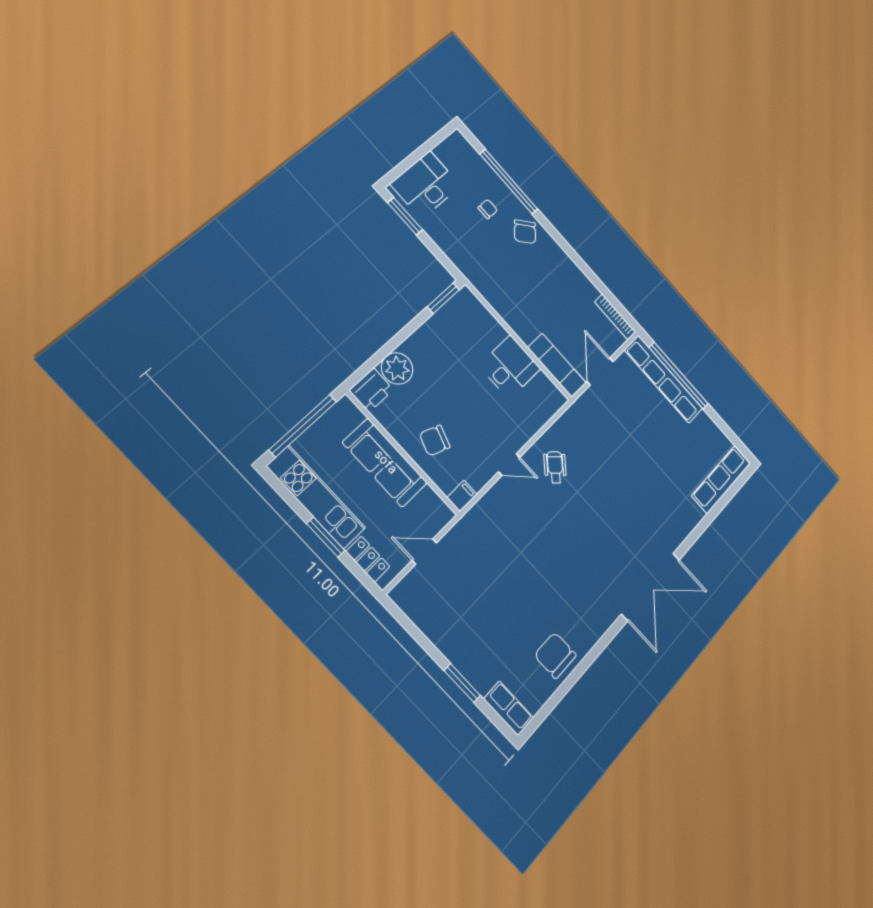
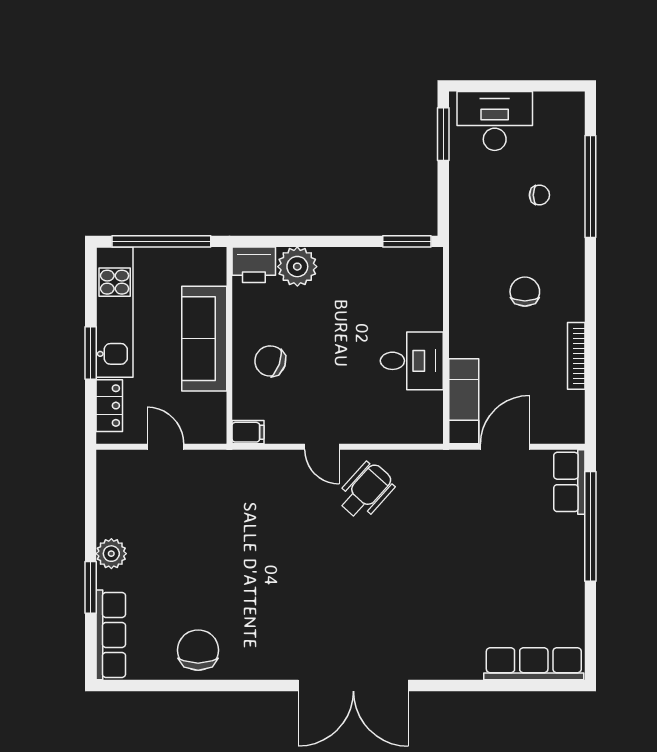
chair: (525, 232) -> (525, 292), moved, turned 134
bookcase: (615, 317) -> (576, 356), moved
row of seats: (664, 379) -> (569, 482), width x0.50
wheelchair: (555, 467) -> (366, 491), width x1.36, depth x1.37
plant: (455, 650) -> (111, 554), added
row of seats: (509, 708) -> (111, 635), width x1.48

